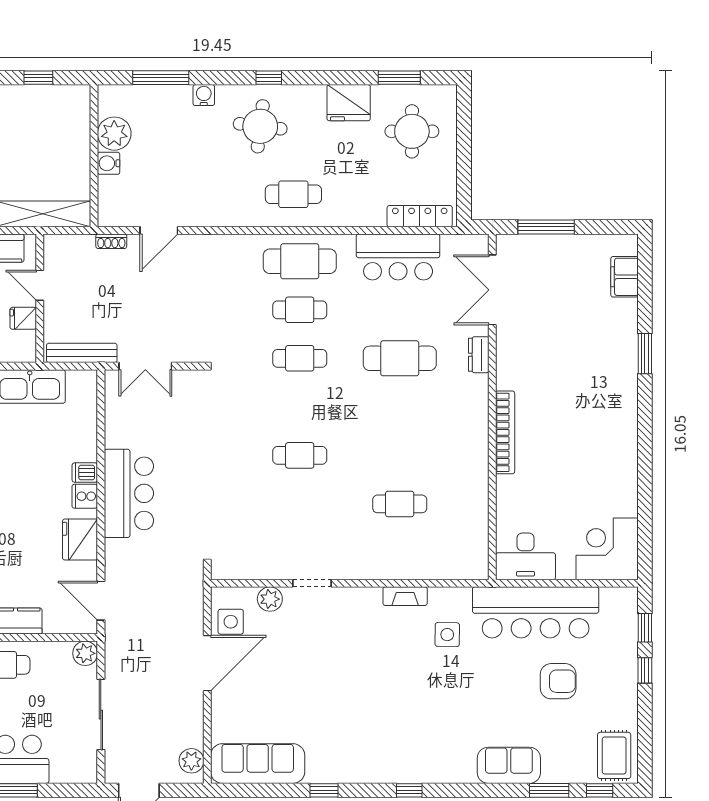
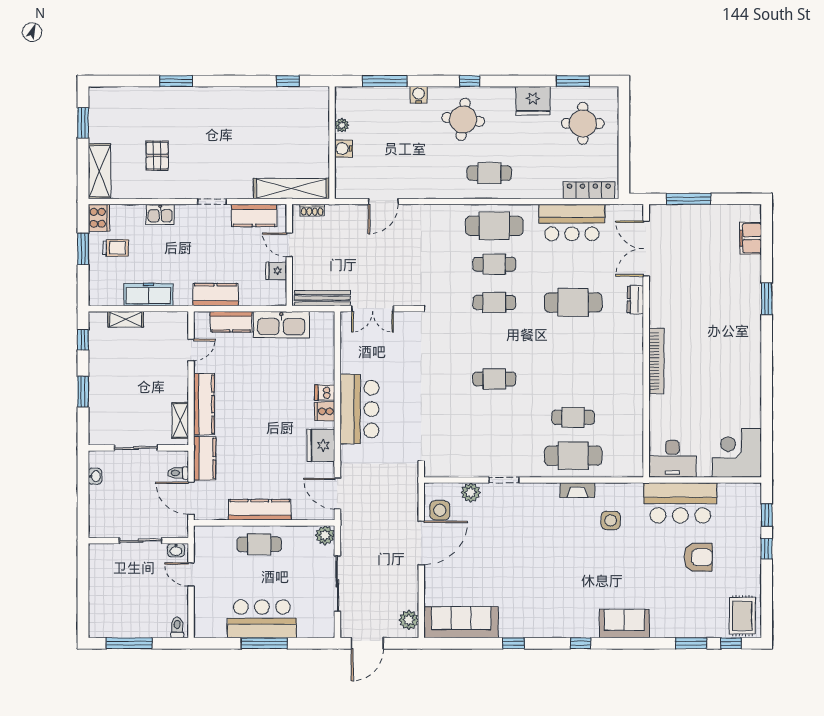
plant: (114, 134) -> (342, 125), width x0.53, depth x0.53
shoe rack: (111, 241) -> (312, 210), moved
cafe table: (400, 552) -> (573, 456), added
bar counter: (536, 612) -> (680, 503), width x0.73
sofa: (509, 765) -> (624, 624), moved

